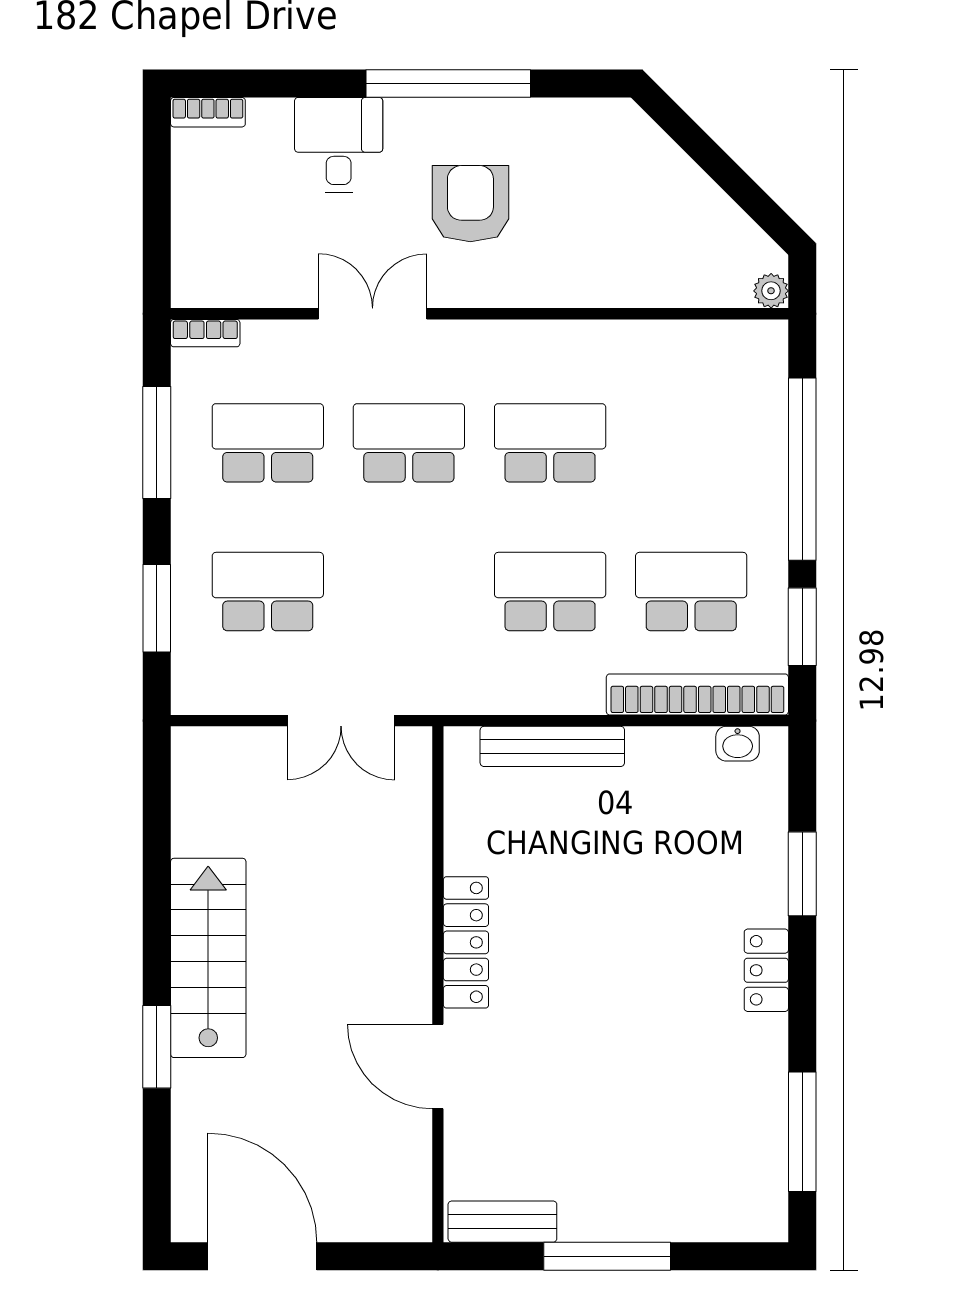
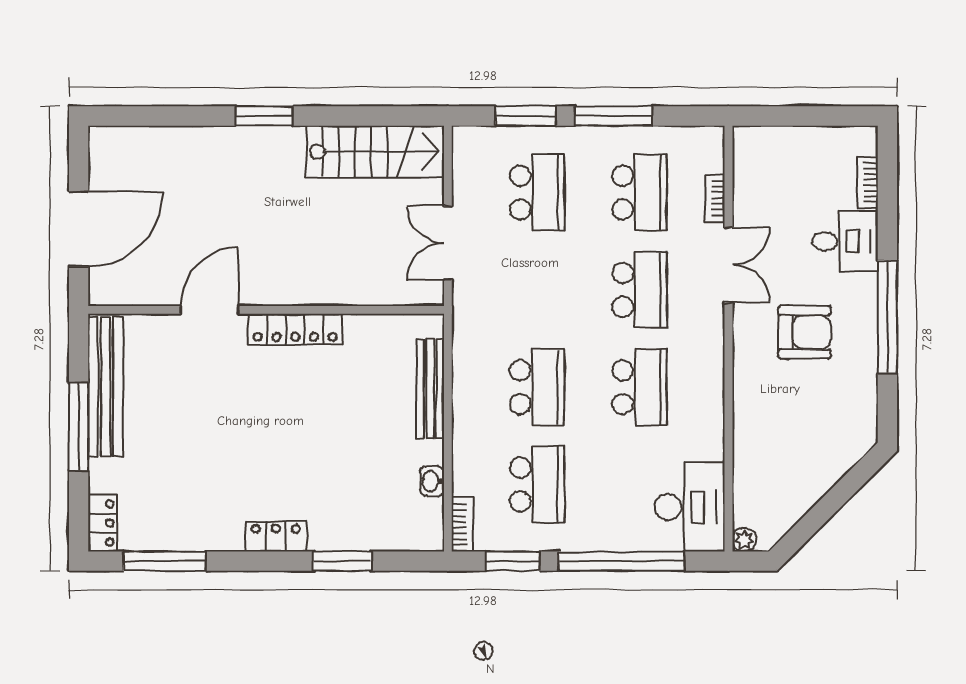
bookcase: (208, 112) -> (867, 183), moved
bookcase: (205, 333) -> (715, 198), moved
desk: (724, 370) -> (690, 507), added
window: (157, 443) -> (614, 116), moved
bookcase: (697, 694) -> (463, 524), width x0.43, depth x0.76
washbasin: (738, 744) -> (432, 481), moved
stairs: (208, 958) -> (375, 151), moved
window: (157, 1047) -> (264, 116), moved
locker: (747, 1221) -> (103, 523), added
bench: (502, 1222) -> (106, 387), width x1.86, depth x1.21
door: (262, 1256) -> (79, 229), moved

